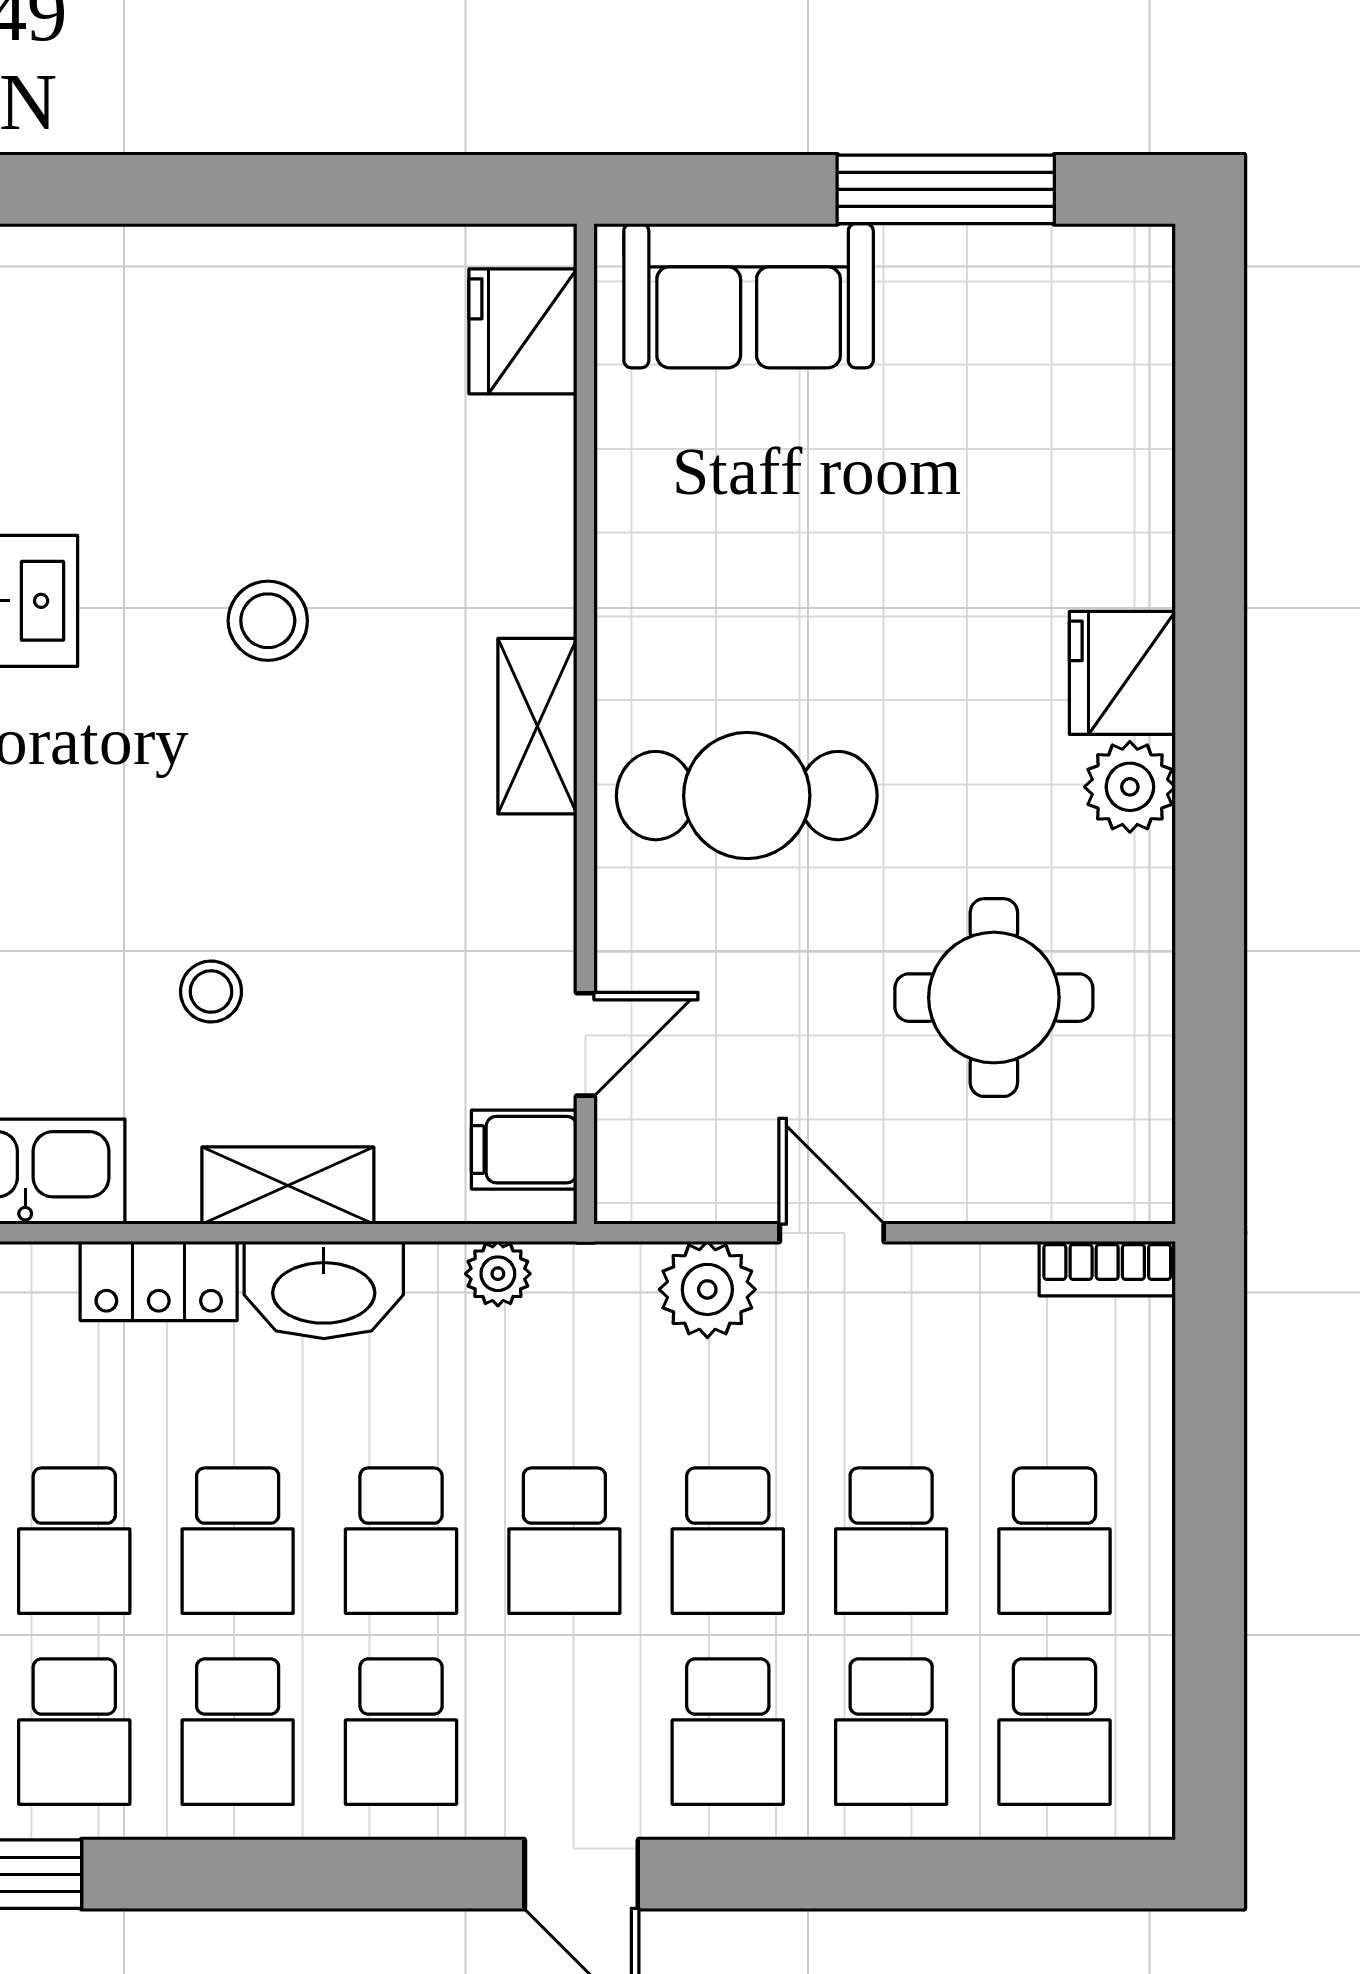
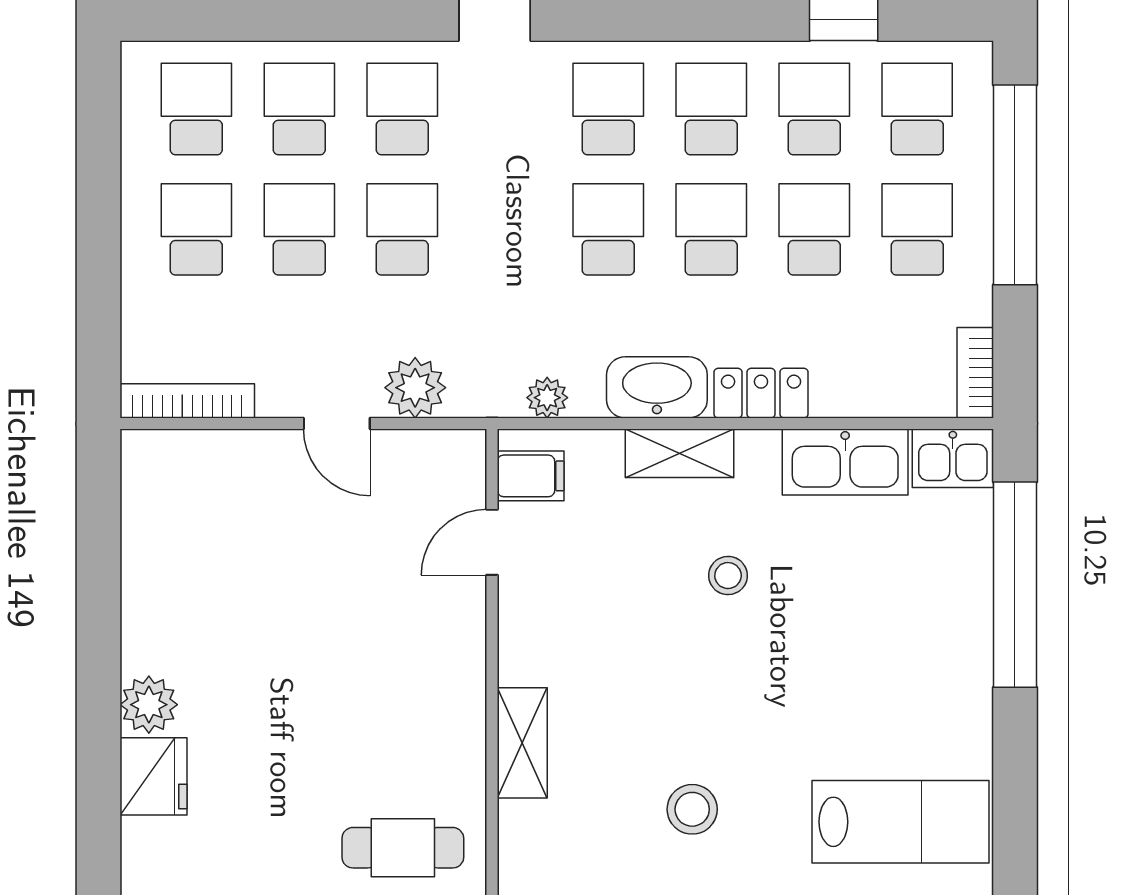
cafe table: (747, 796) -> (403, 848), moved, width x0.73, depth x0.74
round table: (994, 998) -> (235, 572), removed
bookcase: (1107, 1269) -> (187, 401), width x1.56
school desk: (564, 1541) -> (505, 229), removed

